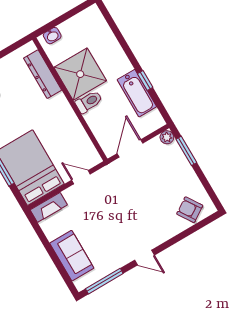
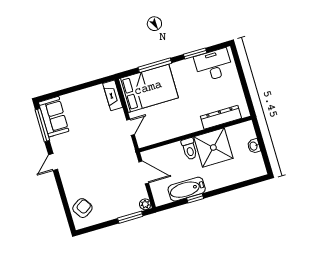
washbasin: (52, 36) -> (254, 146), moved
sofa: (72, 256) -> (54, 117), moved, turned -90

